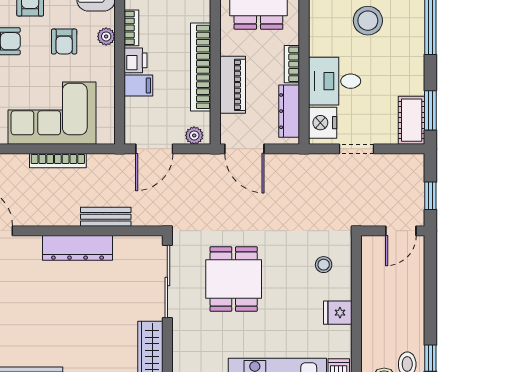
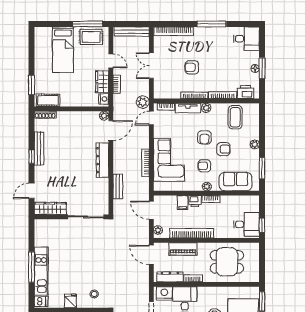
door: (244, 149) -> (151, 255), hinge flipped
dresser: (78, 248) -> (102, 160), moved
dining table: (234, 279) -> (87, 250), removed

